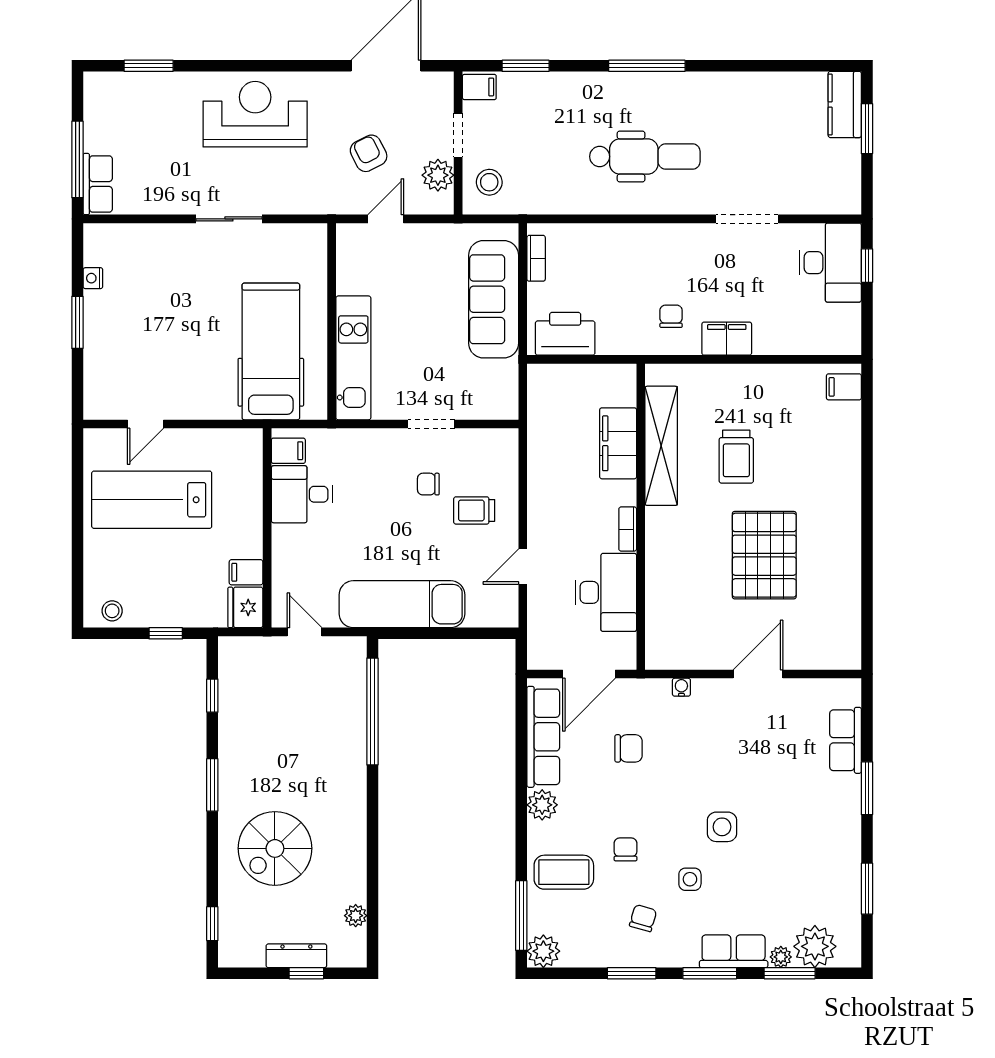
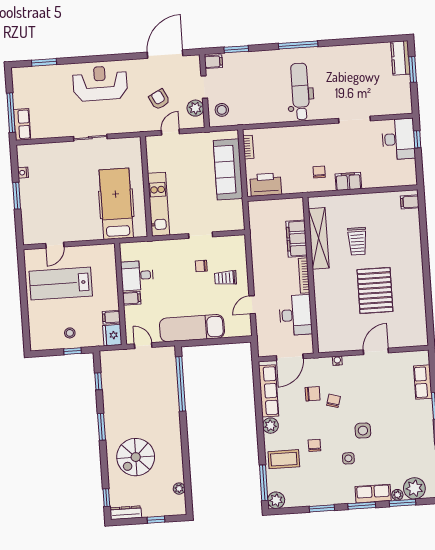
dental chair: (645, 157) -> (300, 91), turned -90
filing cabinet: (288, 451) -> (132, 298), moved
bookcase: (628, 529) -> (304, 276), width x1.56
stool: (112, 611) -> (70, 333), moved
chair: (643, 918) -> (334, 401), moved
dresser: (296, 956) -> (126, 513), moved

